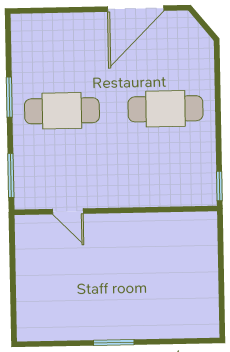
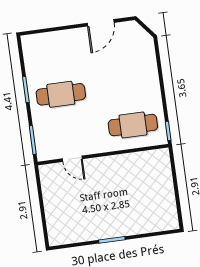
door: (136, 9) -> (101, 23), width x0.73
cafe table: (166, 109) -> (133, 125), moved

